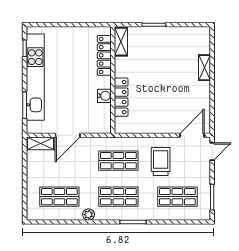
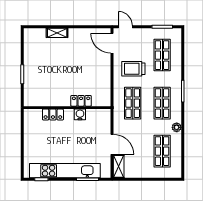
shelving: (121, 42) -> (36, 101), removed
locker: (104, 55) -> (53, 115), width x0.66
locker: (121, 97) -> (81, 101), width x0.66

